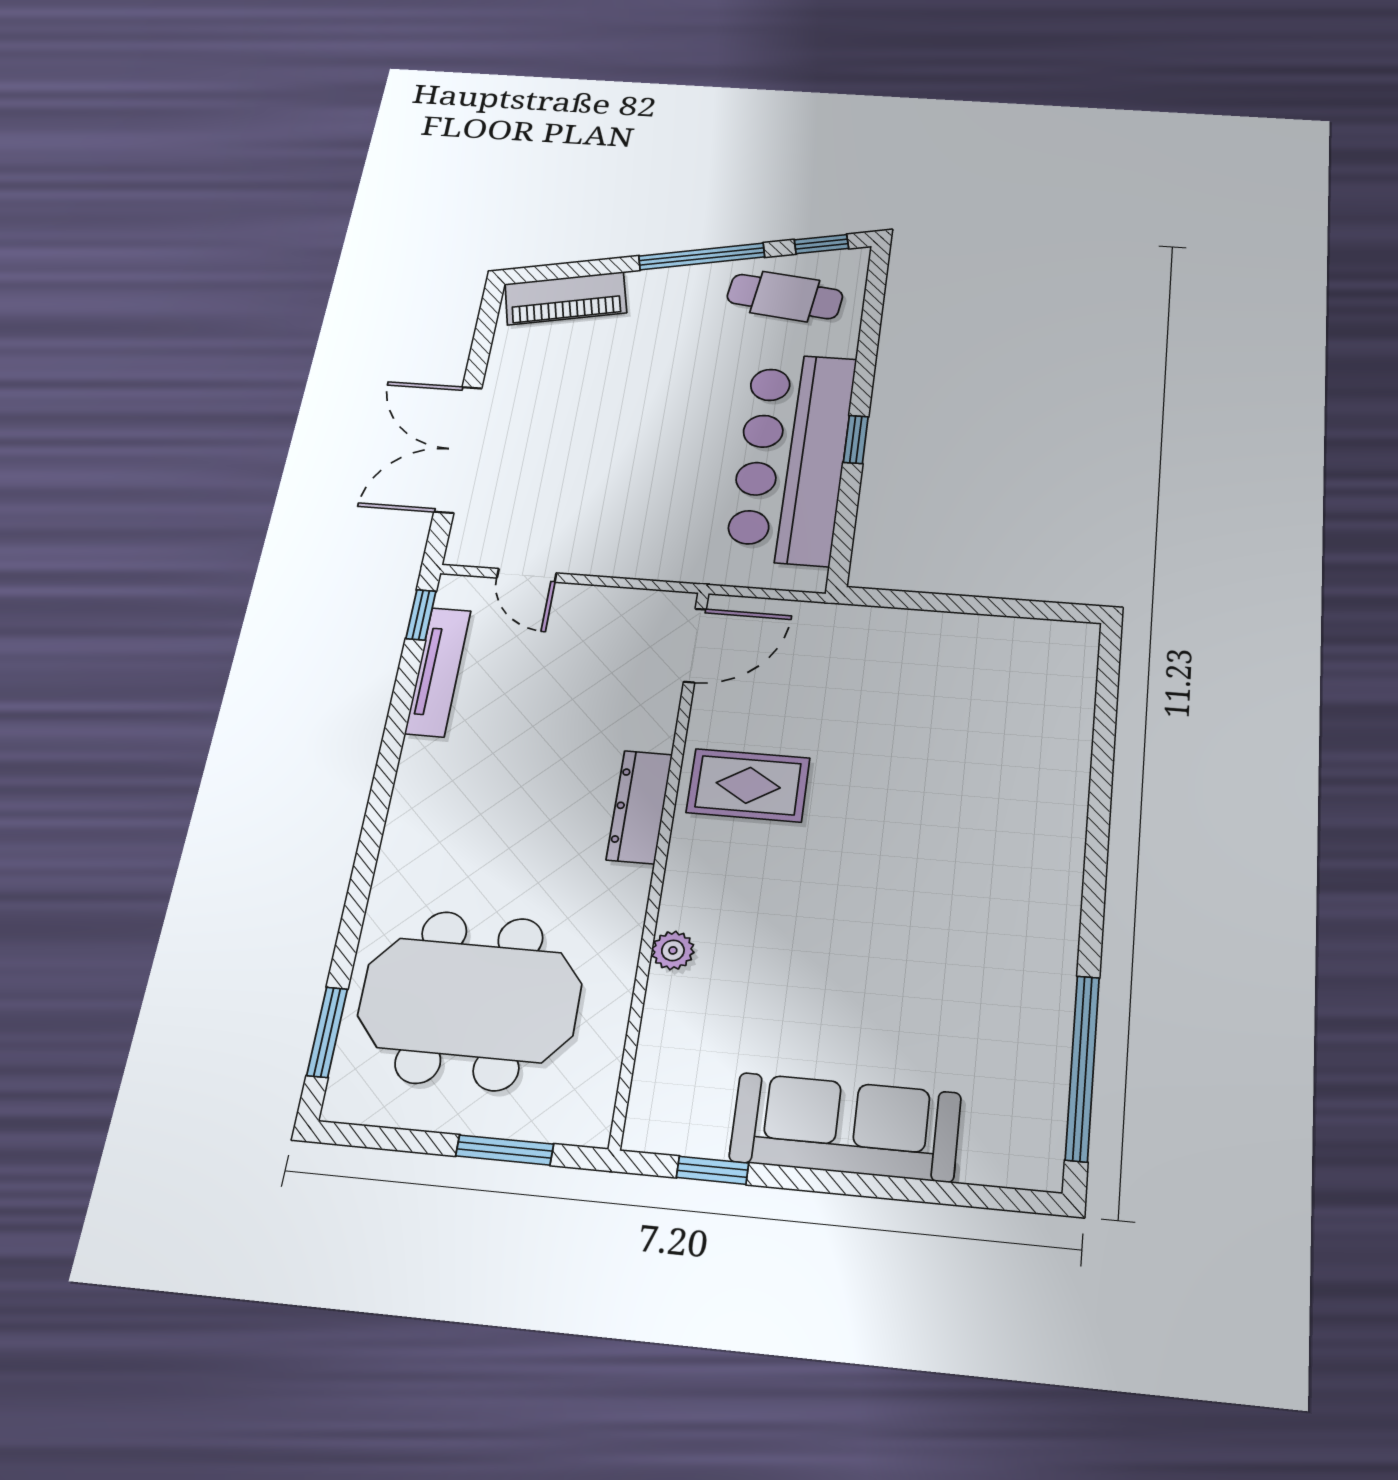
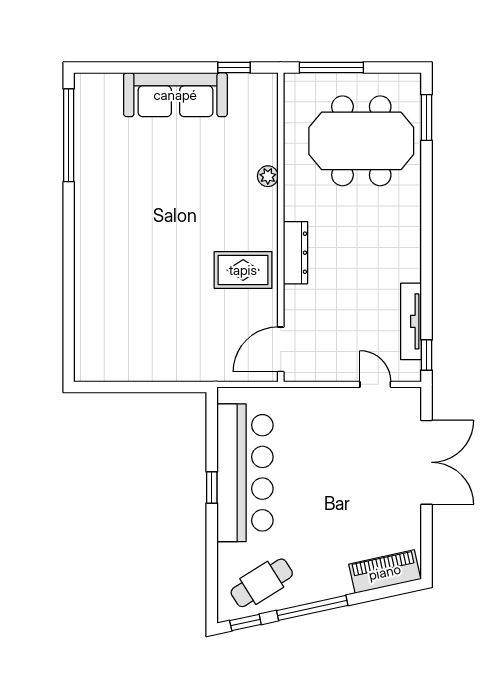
cafe table: (785, 297) -> (262, 583), turned -39
window: (505, 1150) -> (331, 67), width x1.44

